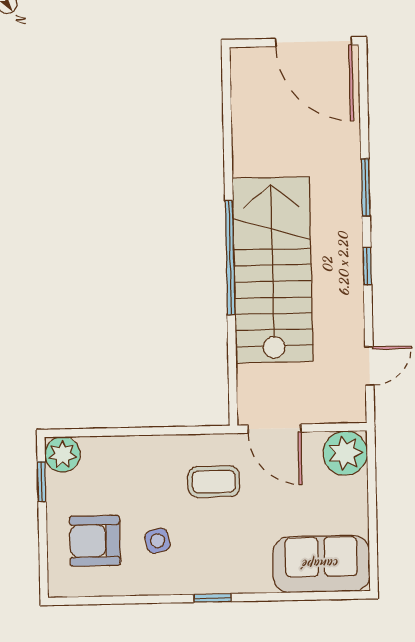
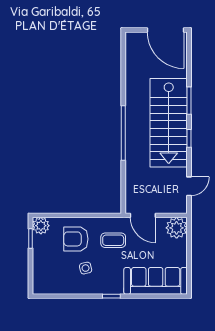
stairs: (273, 270) -> (169, 123), moved, turned 180
armchair: (95, 541) -> (76, 239), moved
sofa: (321, 564) -> (156, 281), width x1.36

